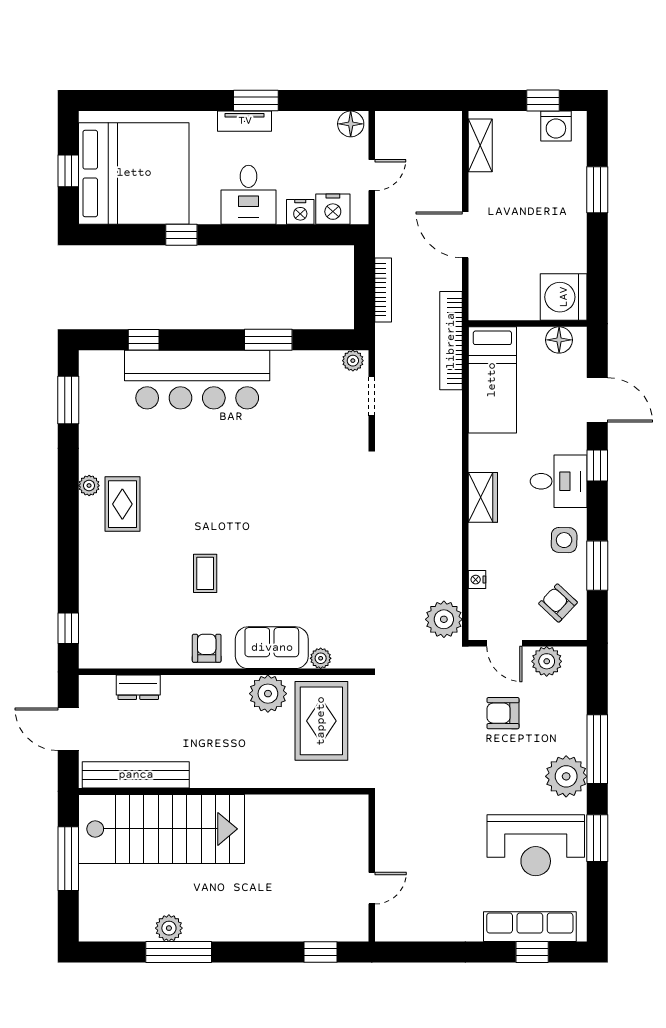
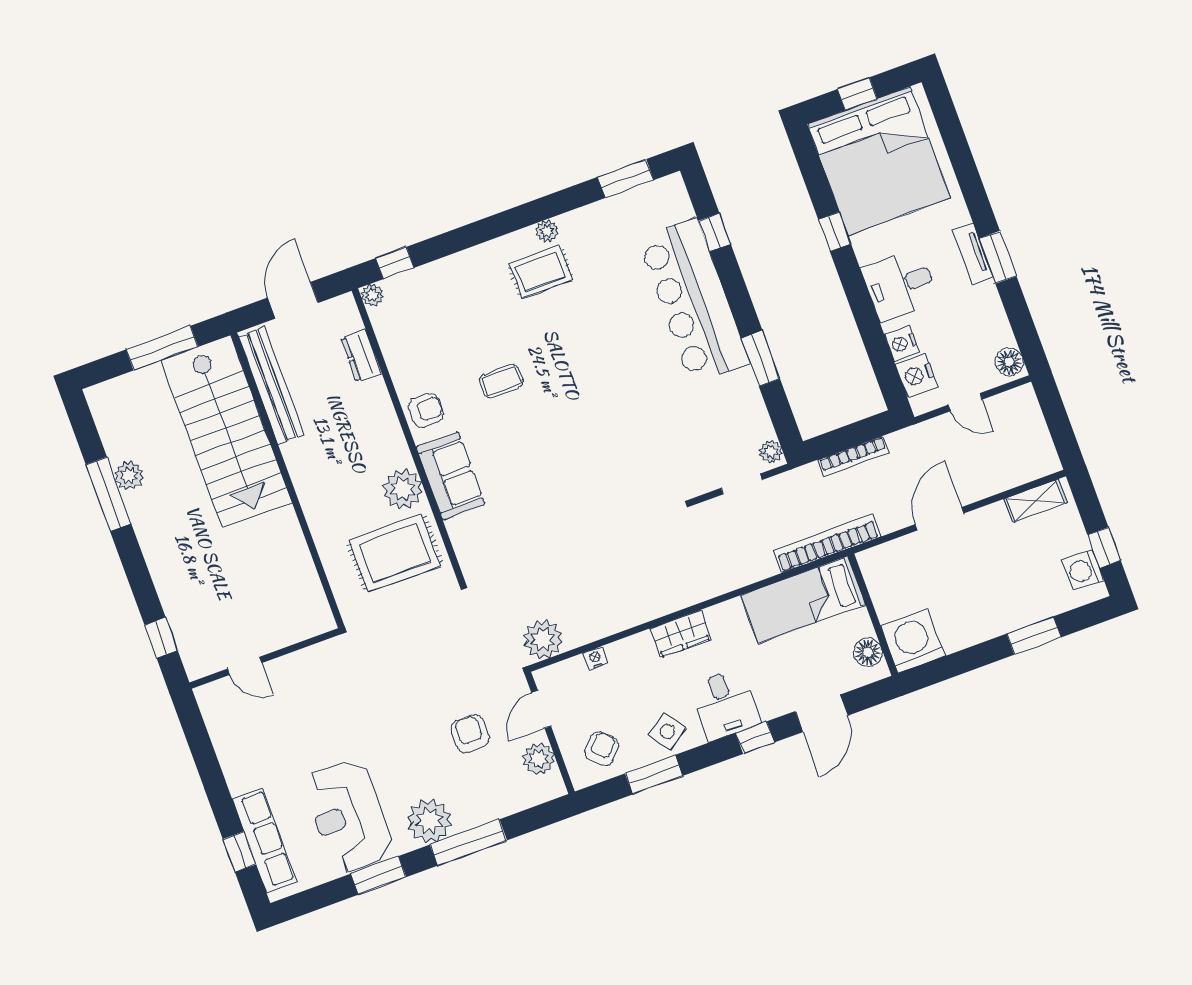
side table: (564, 540) -> (667, 731), turned -36
plant: (321, 658) -> (372, 295), moved

